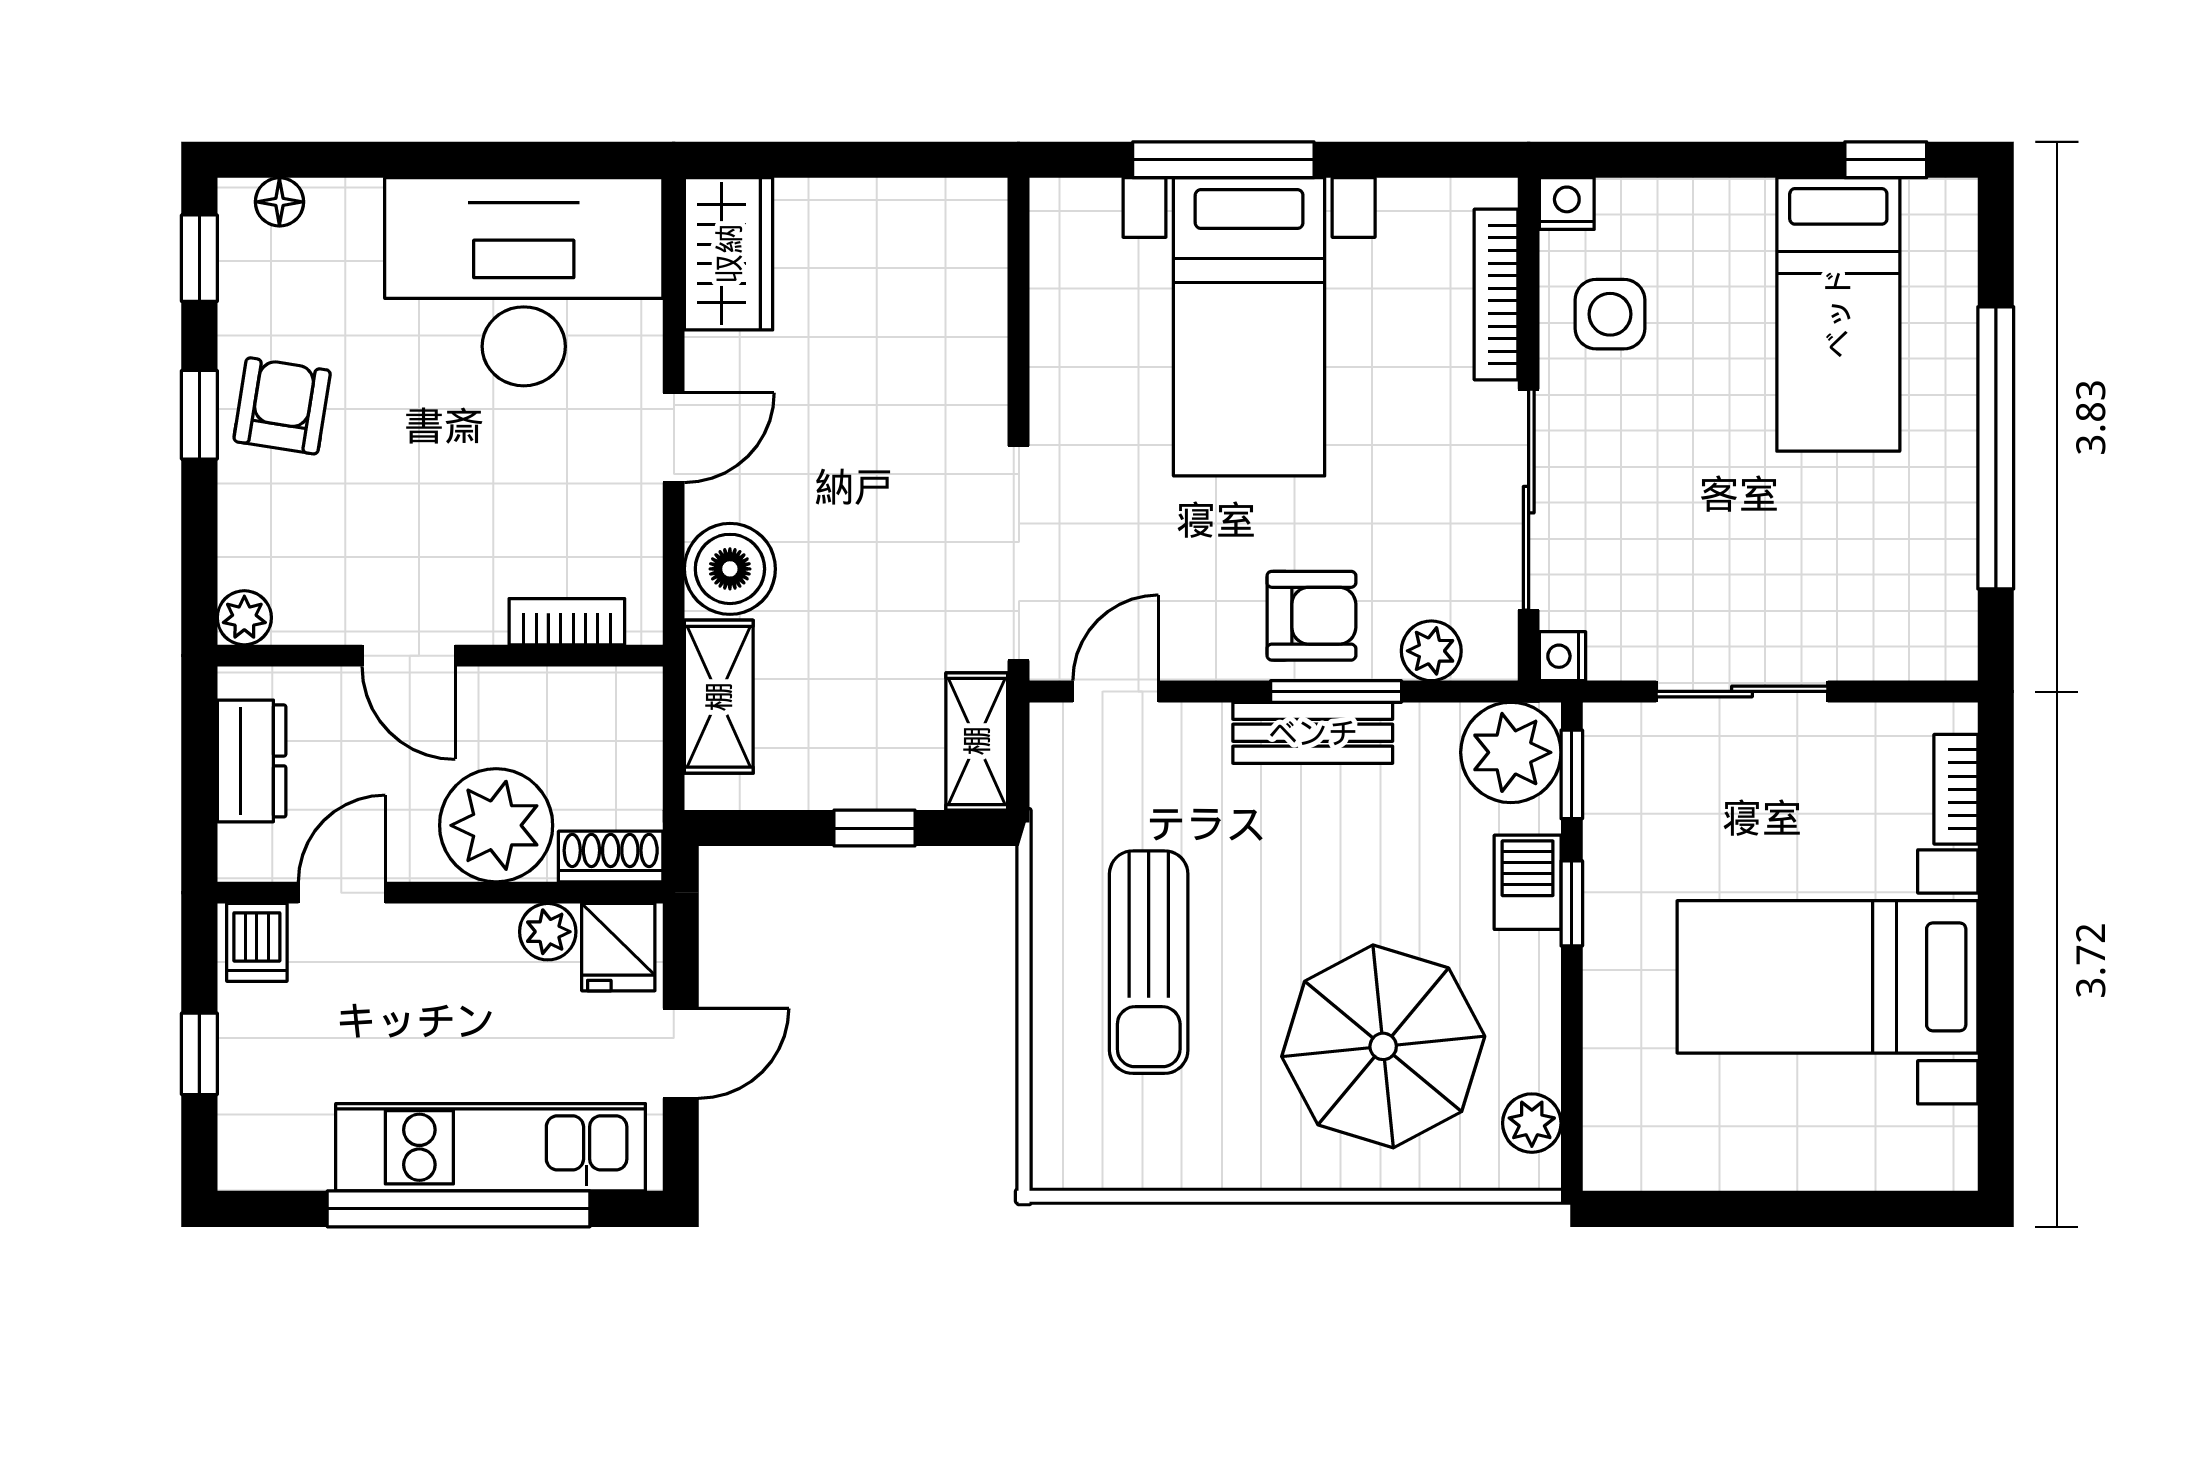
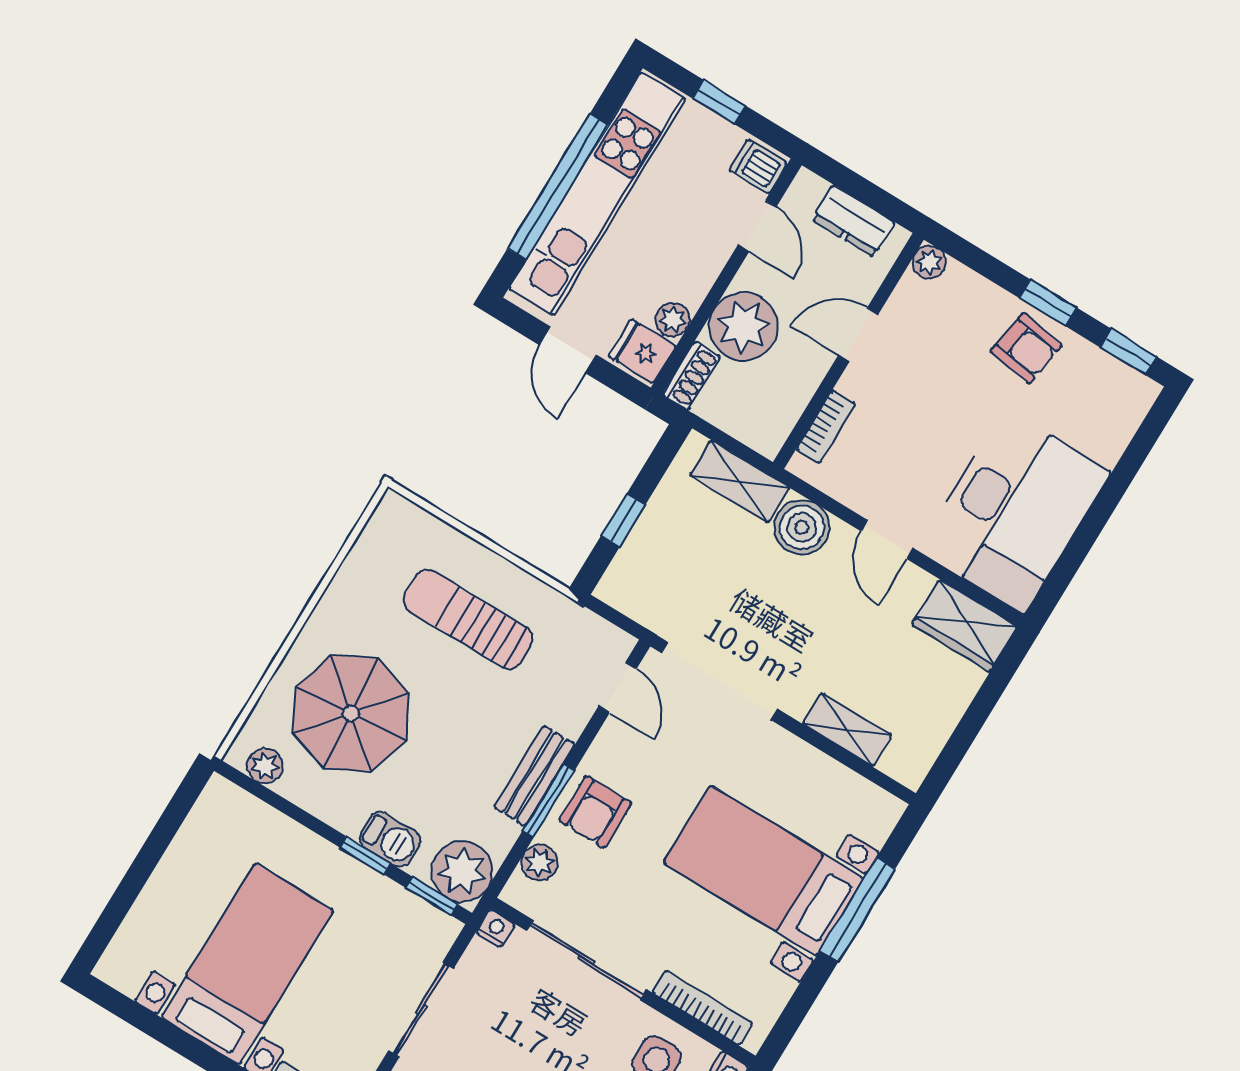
floor lamp: (279, 202) -> (1132, 411), removed
shelving: (977, 741) -> (847, 730), moved
kitchen unit: (491, 1147) -> (597, 194), width x1.36

